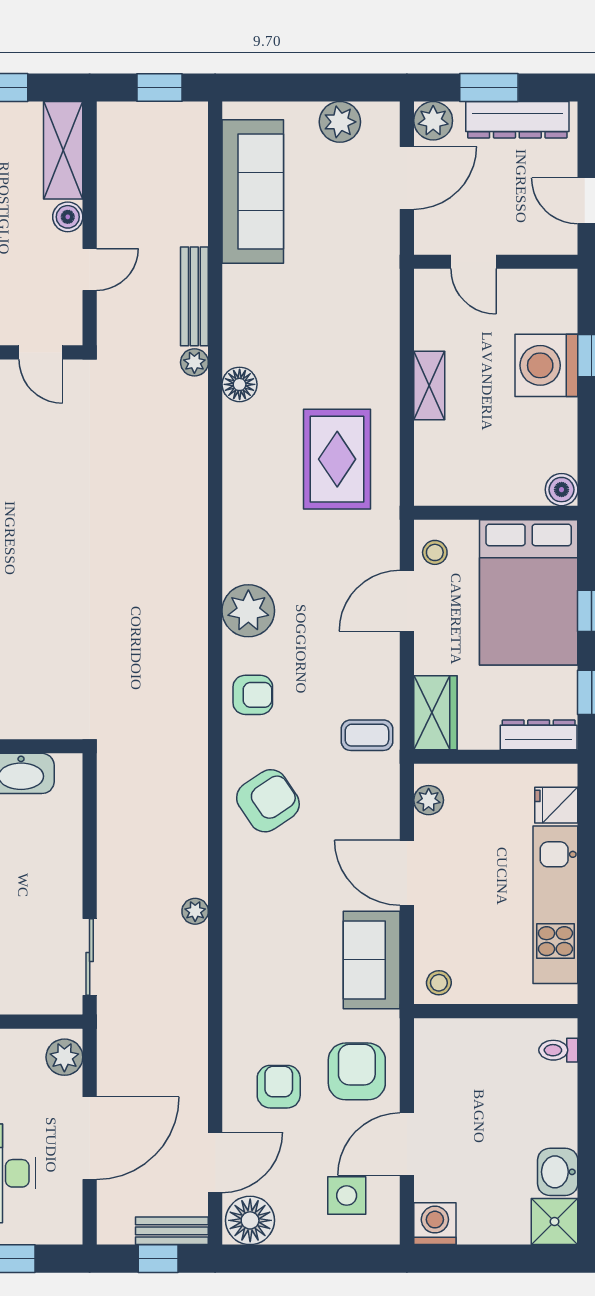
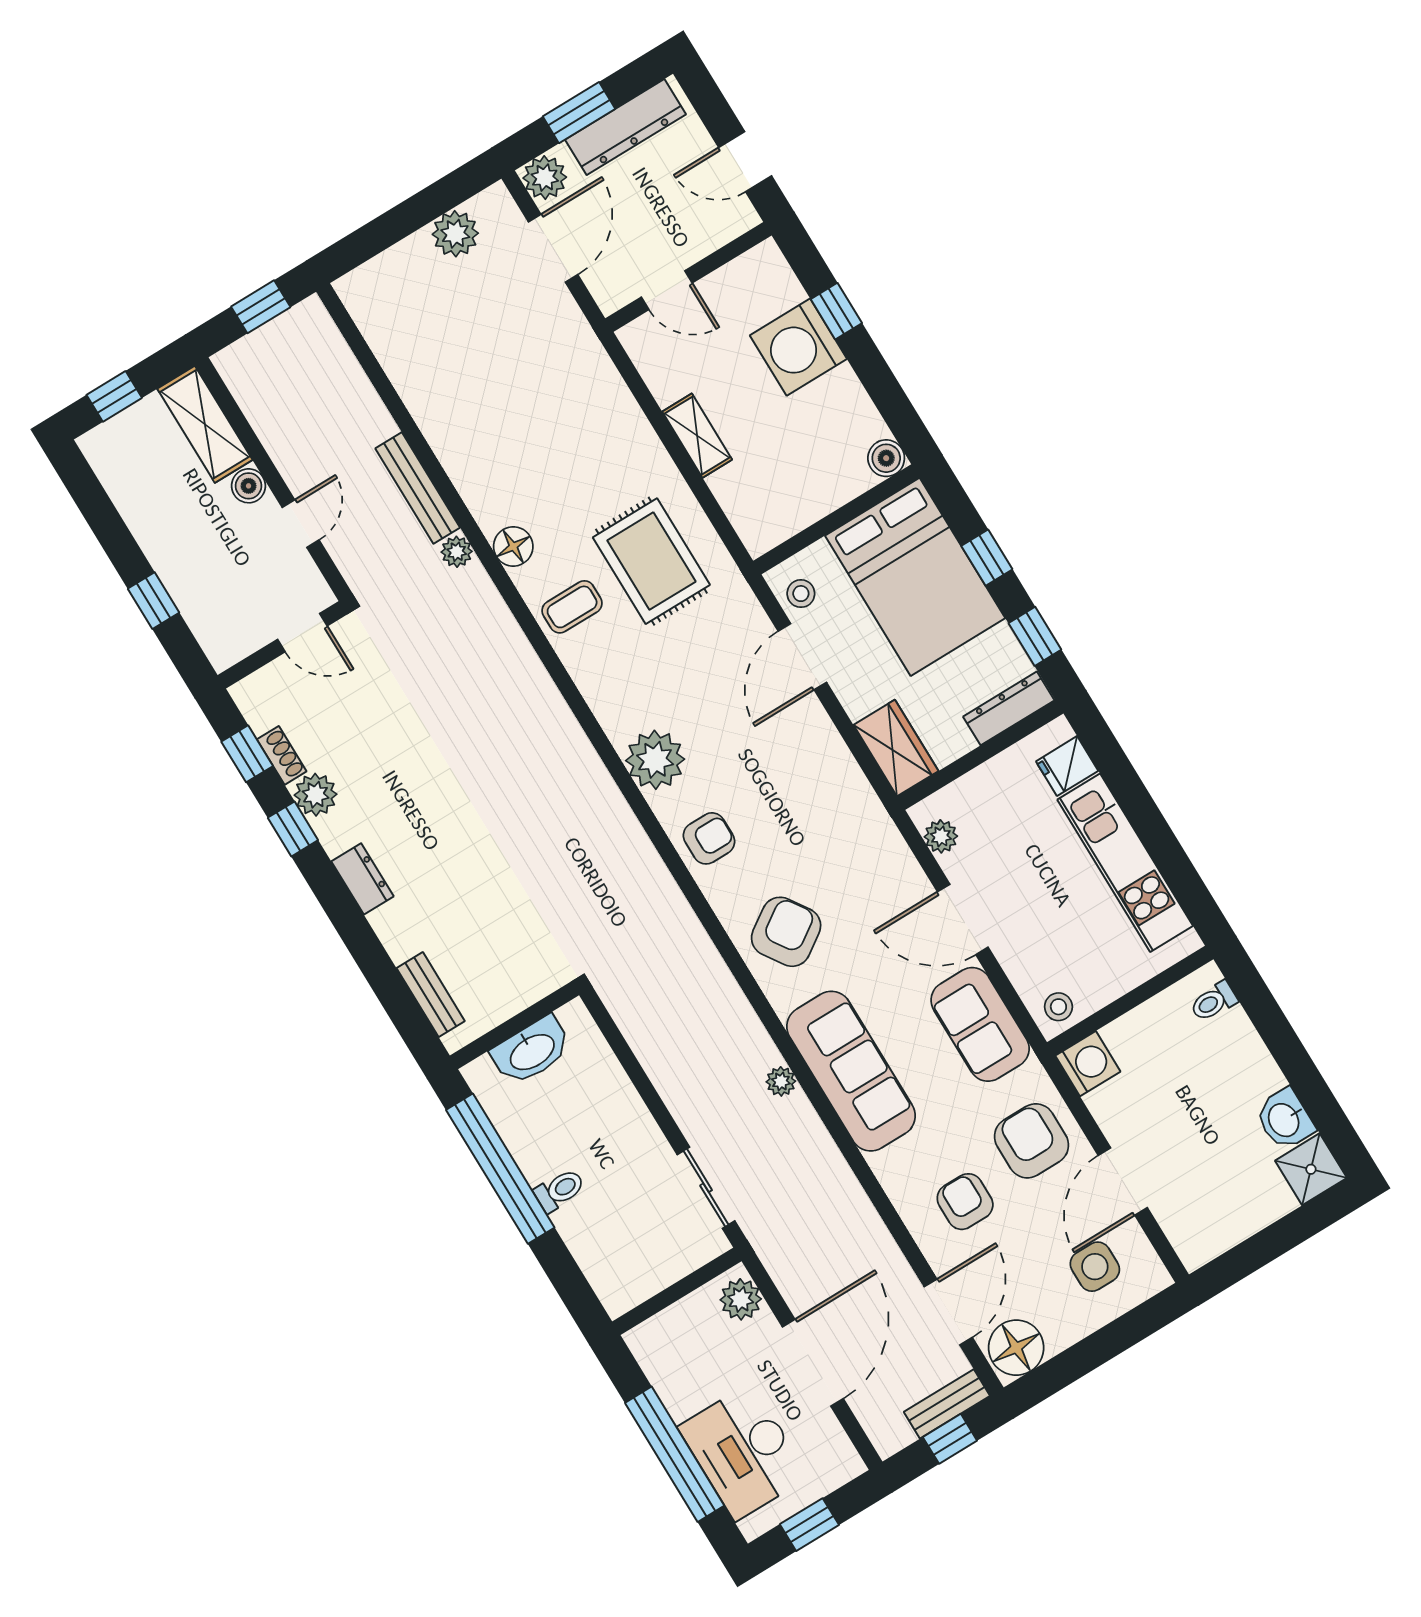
sofa: (253, 192) -> (851, 1071), moved
coffee table: (367, 735) -> (572, 607), moved
washing machine: (435, 1224) -> (1088, 1064), moved, turned 90

